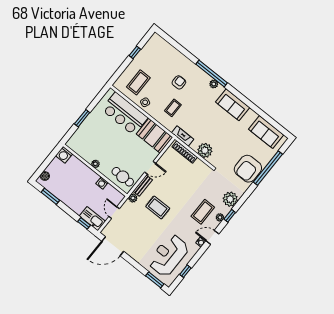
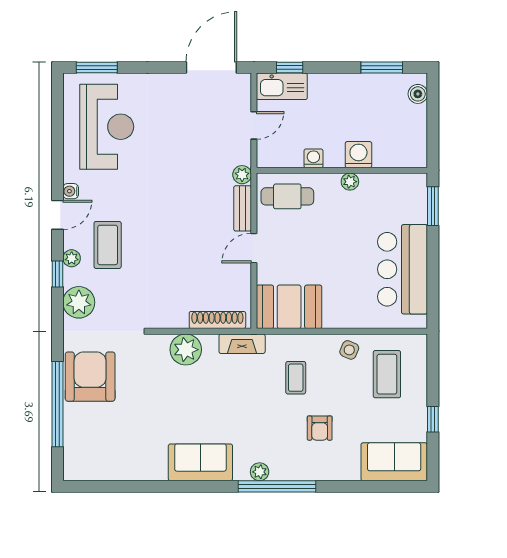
bar counter: (125, 114) -> (403, 269), moved, turned -90
window: (82, 118) -> (433, 206), moved
sofa: (266, 132) -> (394, 462), moved
washing machine: (64, 155) -> (358, 155), moved
rug: (158, 207) -> (188, 192), removed
door: (114, 213) -> (254, 125), hinge flipped
window: (185, 271) -> (58, 123), removed

